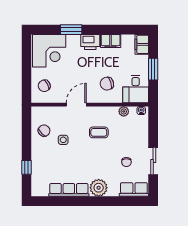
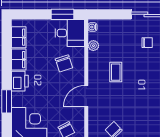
filing cabinet: (142, 44) -> (19, 37), moved, turned -90
window: (153, 69) -> (63, 14), moved
door: (76, 105) -> (86, 96), hinge flipped
side table: (63, 140) -> (124, 110), removed

